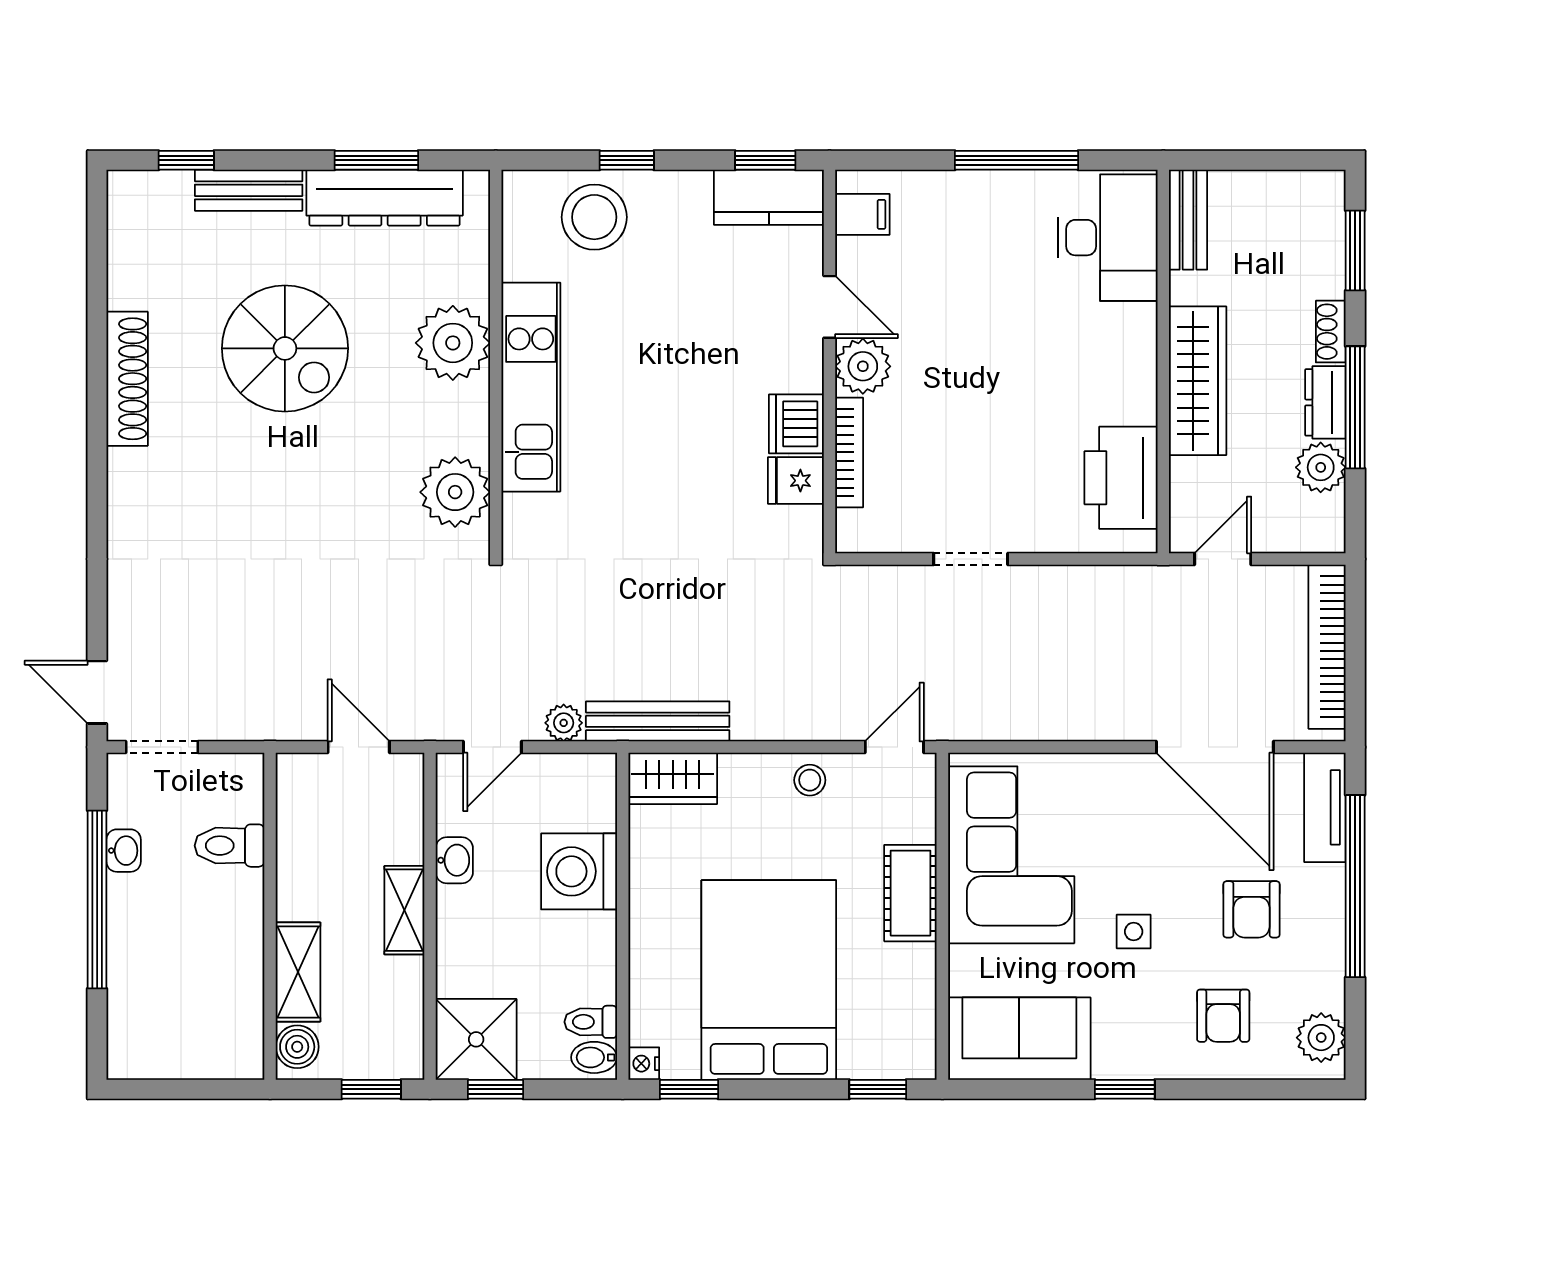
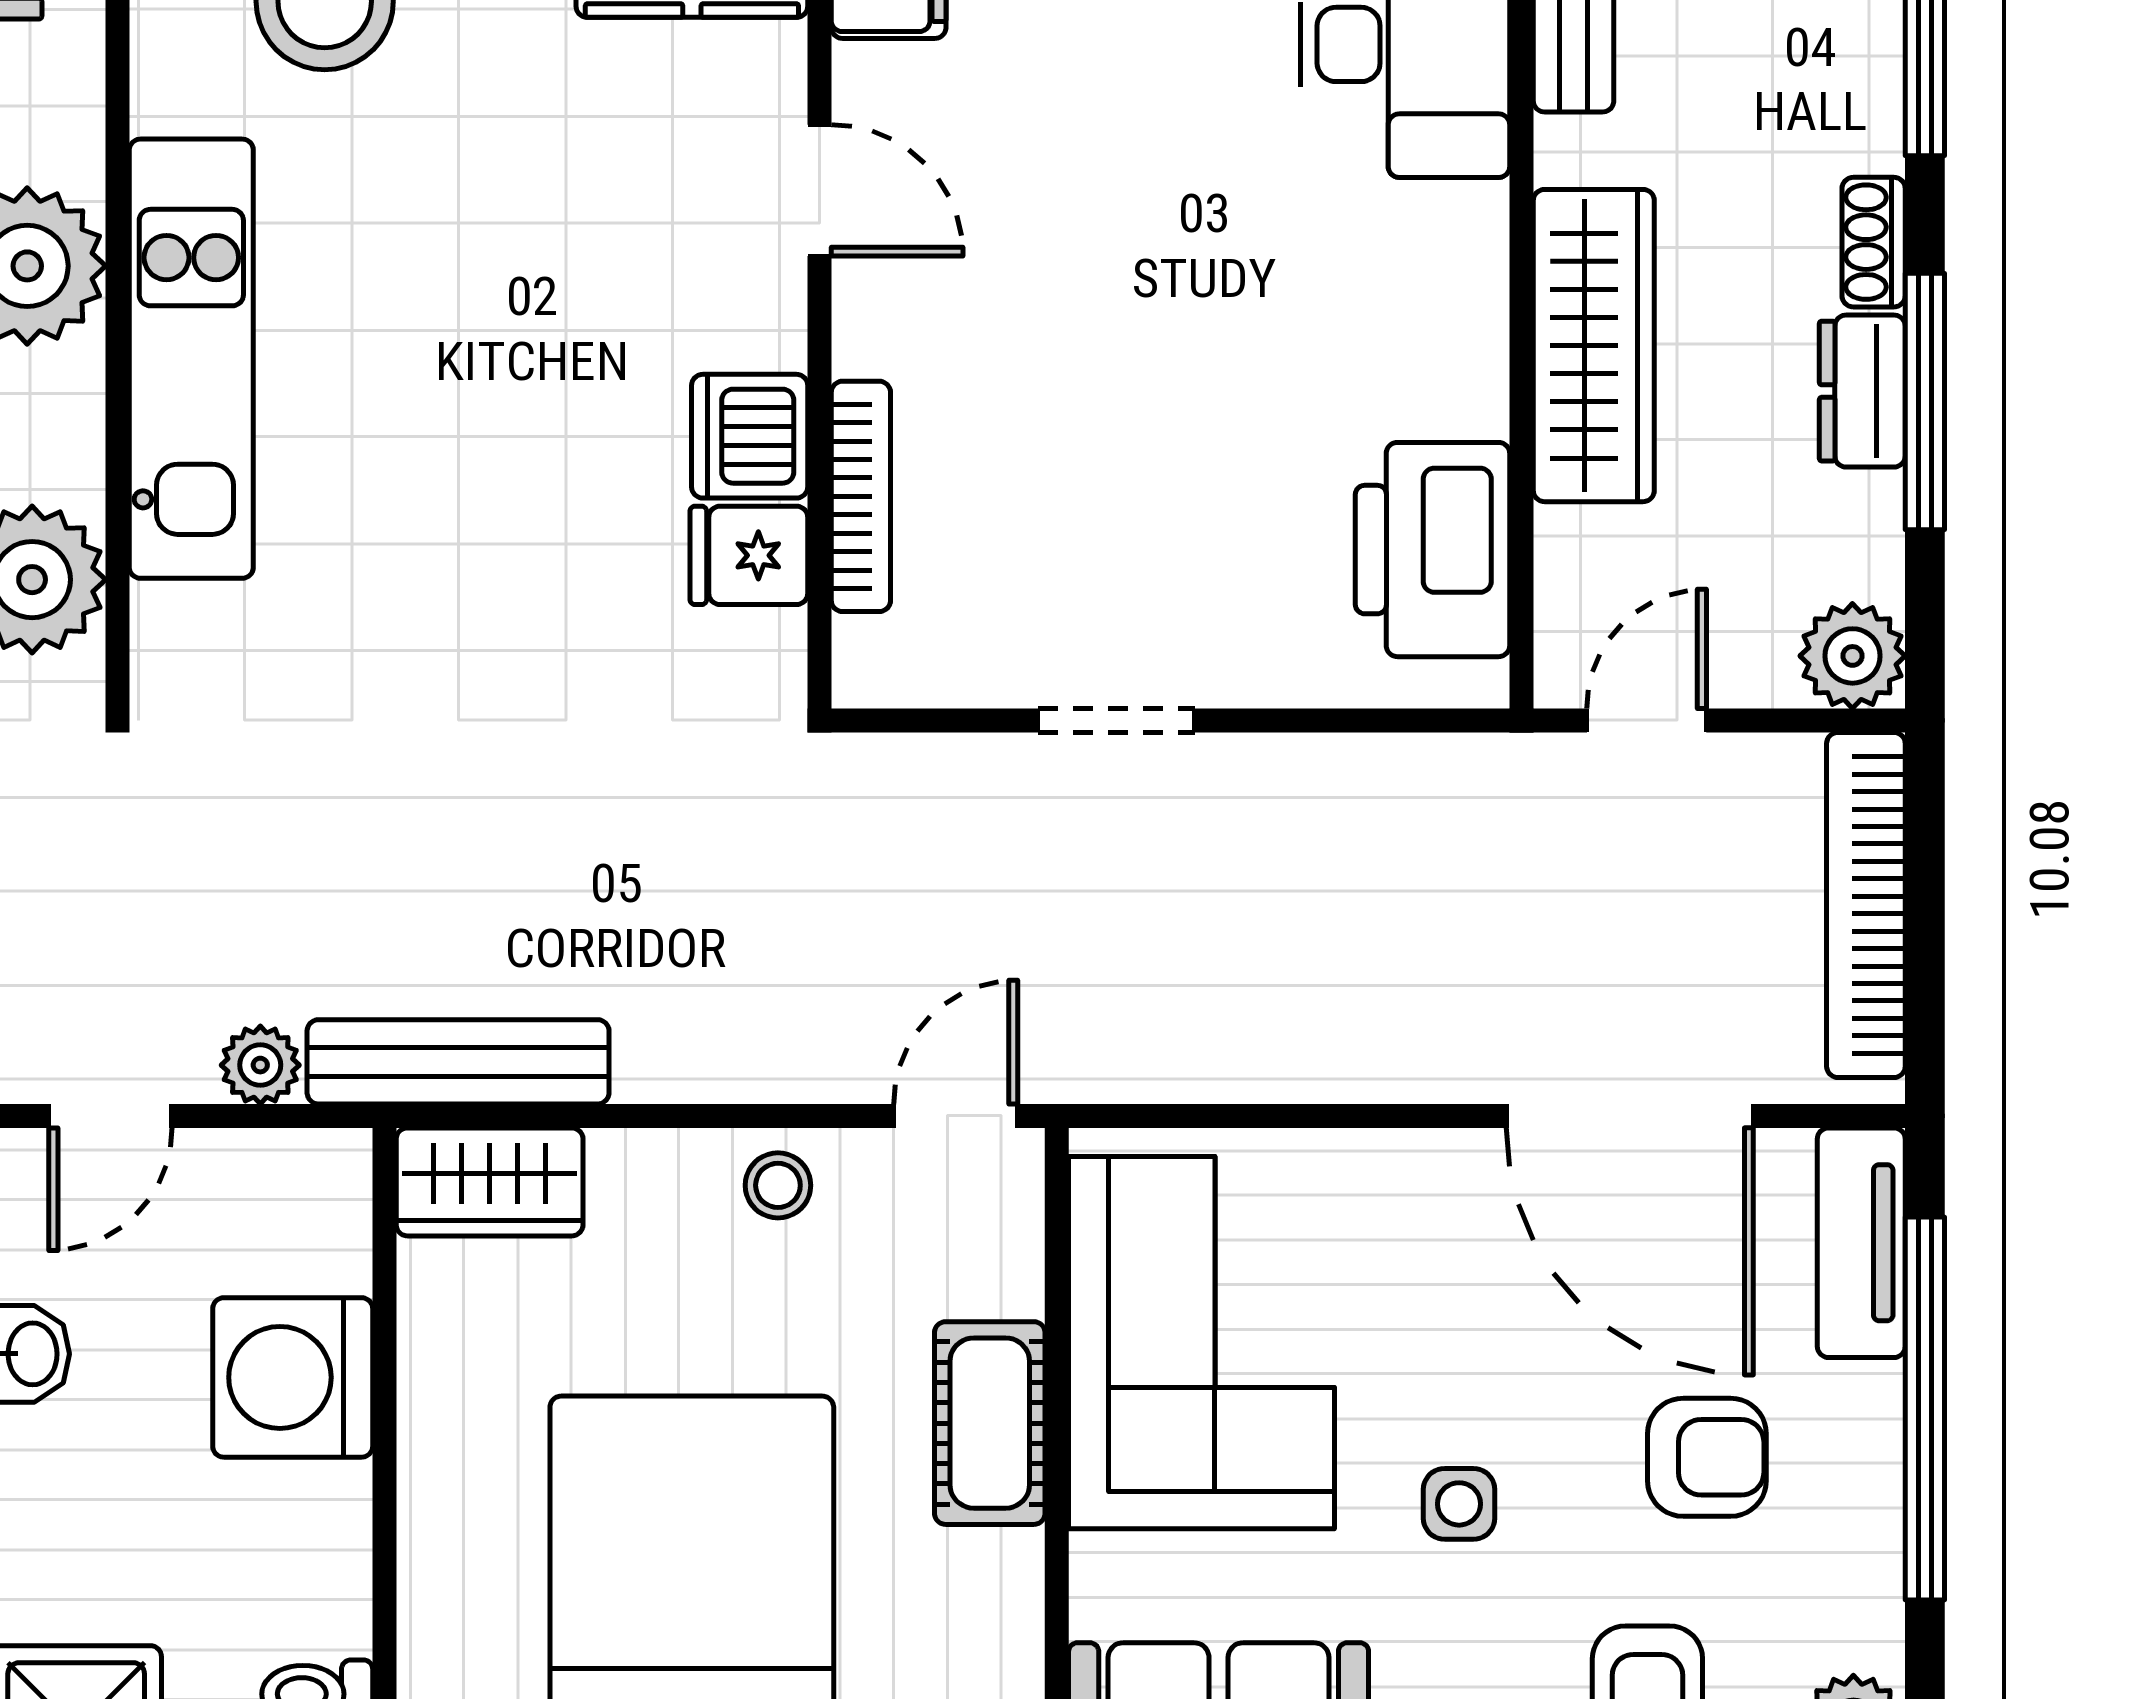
plant: (863, 366) -> (890, 315), removed
plant: (1321, 467) -> (1852, 656), moved
armchair: (1251, 909) -> (1707, 1457), turned -90

